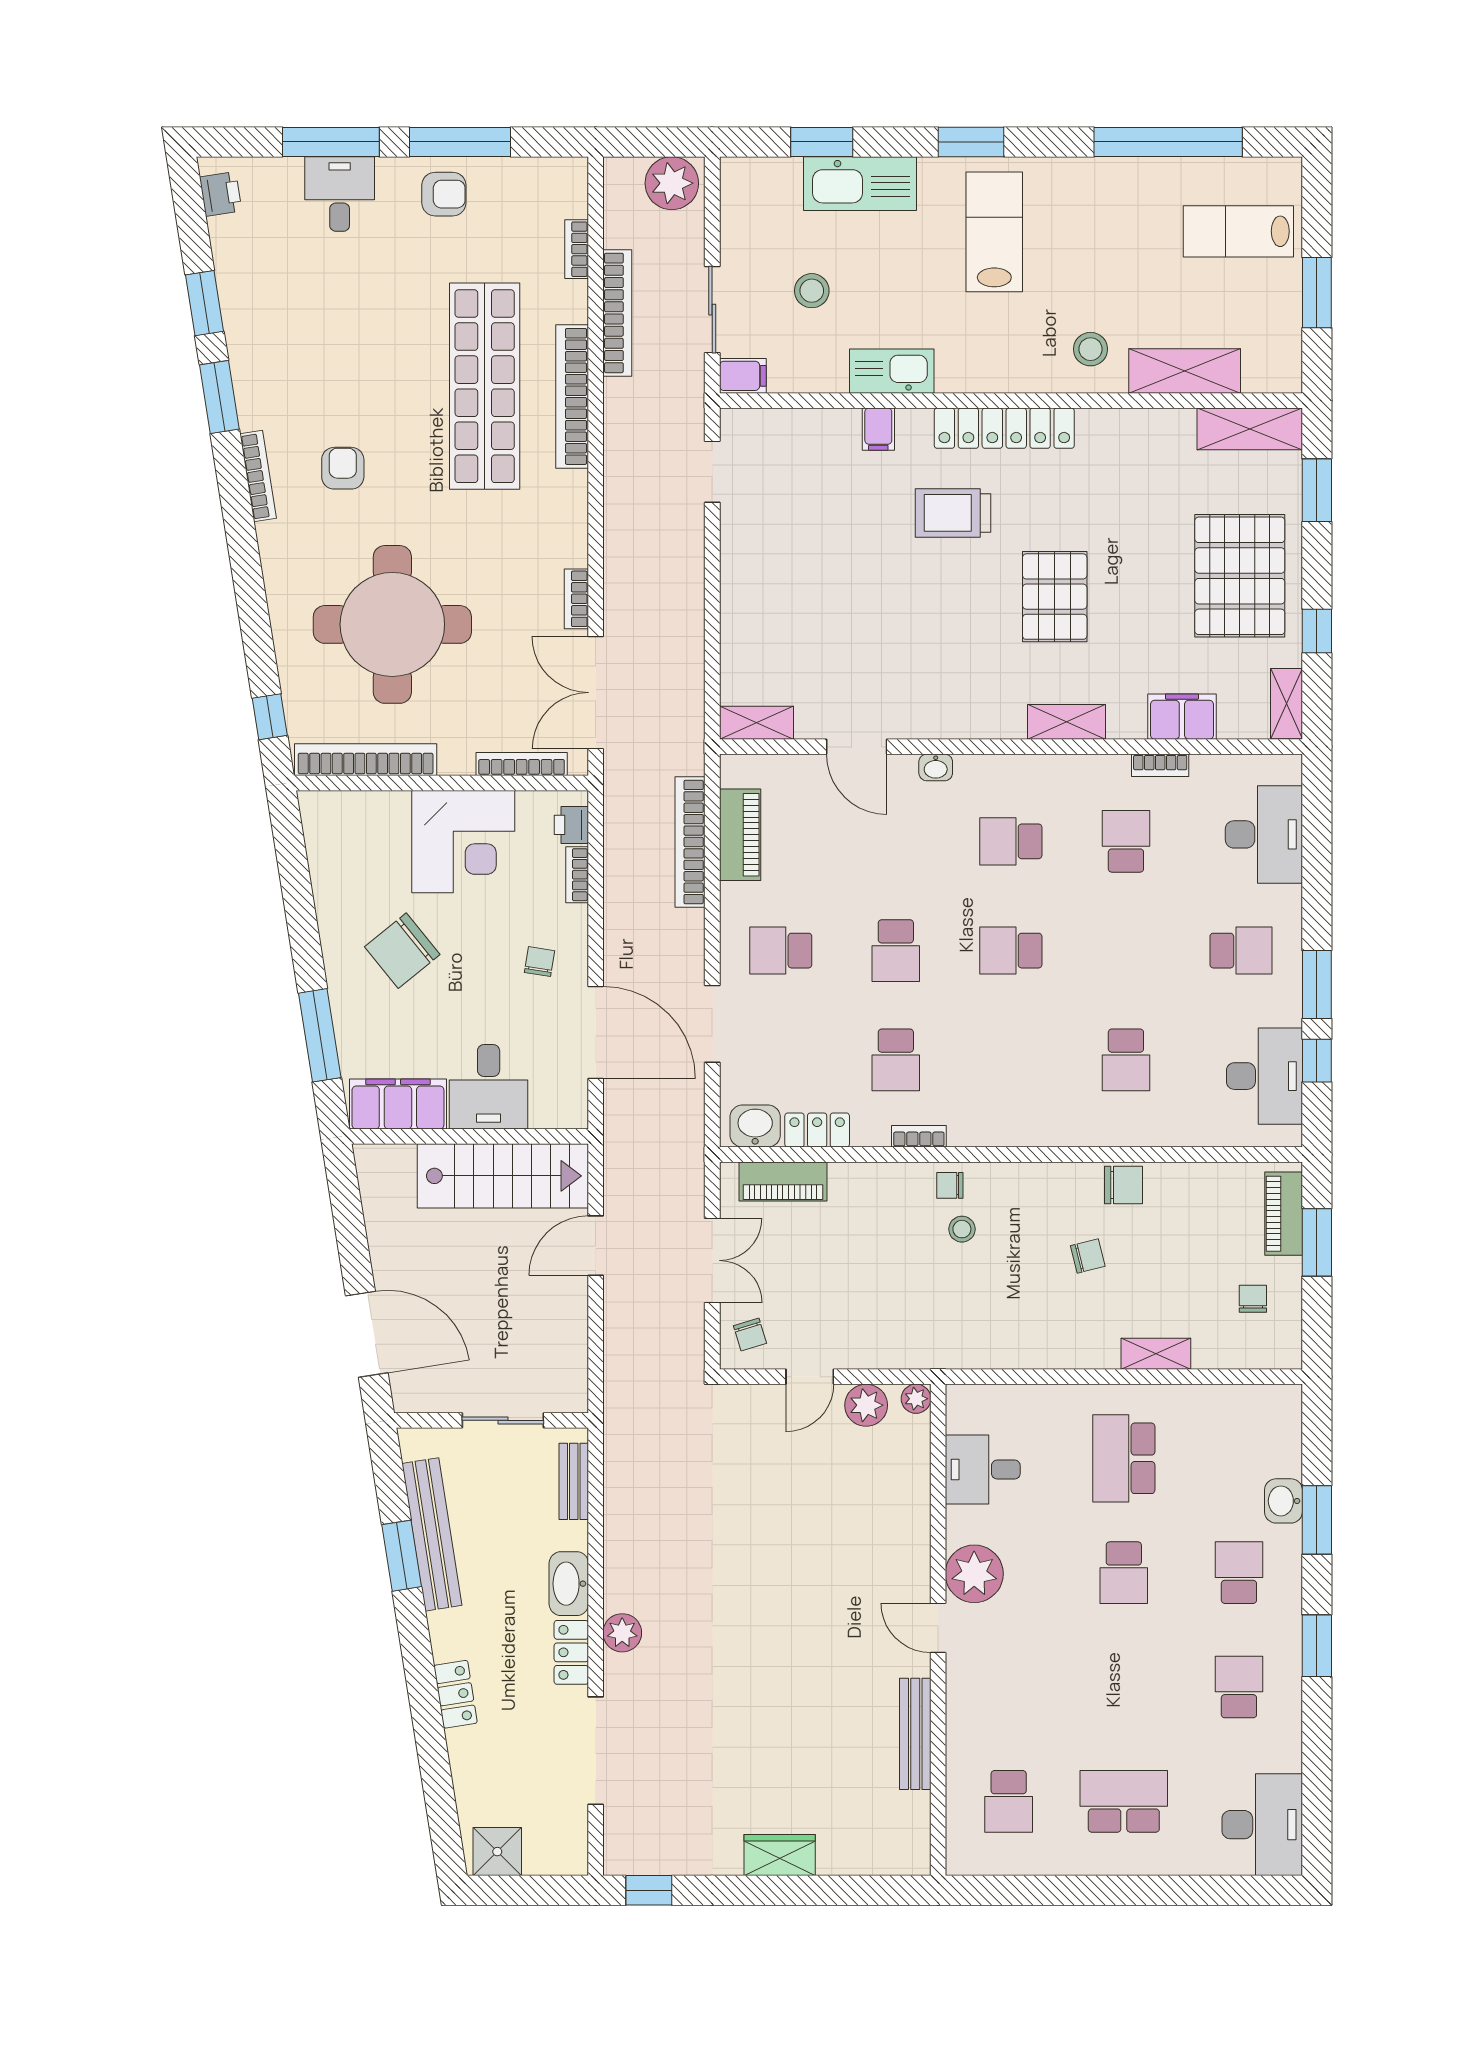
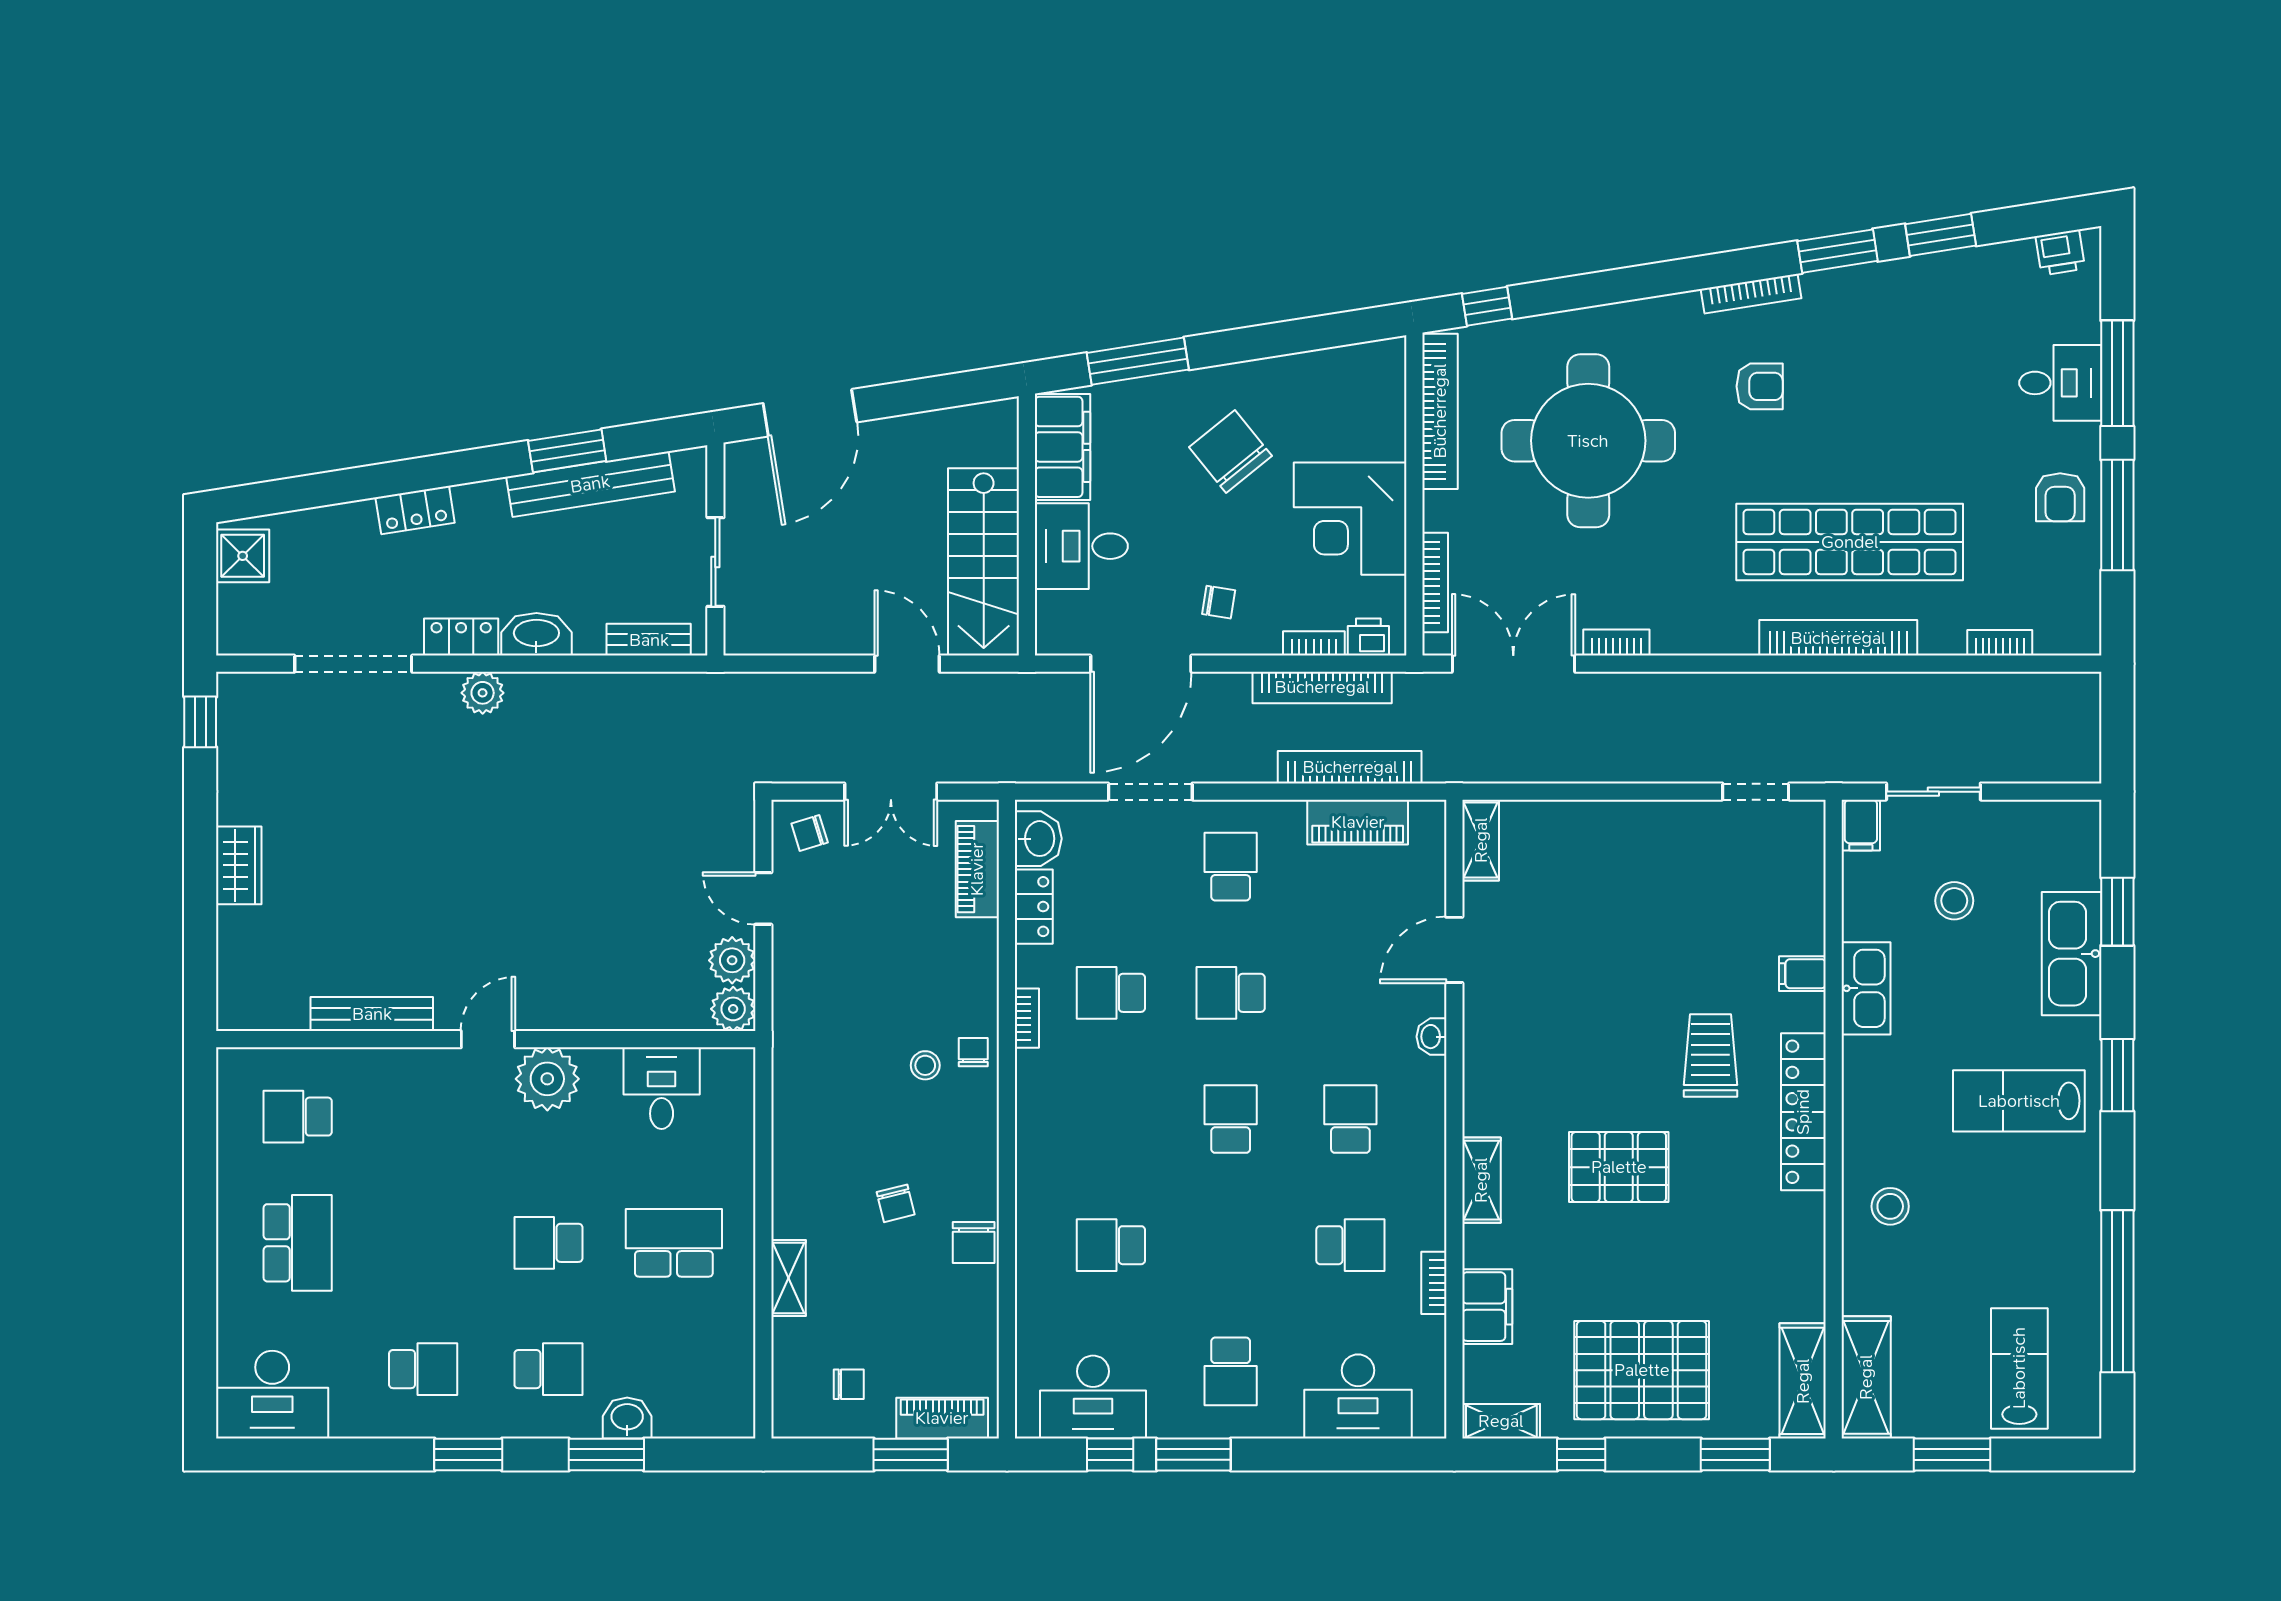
plant: (672, 183) -> (2072, 747), removed
lab bench: (994, 232) -> (2019, 1101), turned 180
bookcase: (617, 313) -> (1322, 687), moved
shelving: (1185, 371) -> (1866, 1377), moved
plant: (916, 1399) -> (733, 1009), width x1.38, depth x1.38

